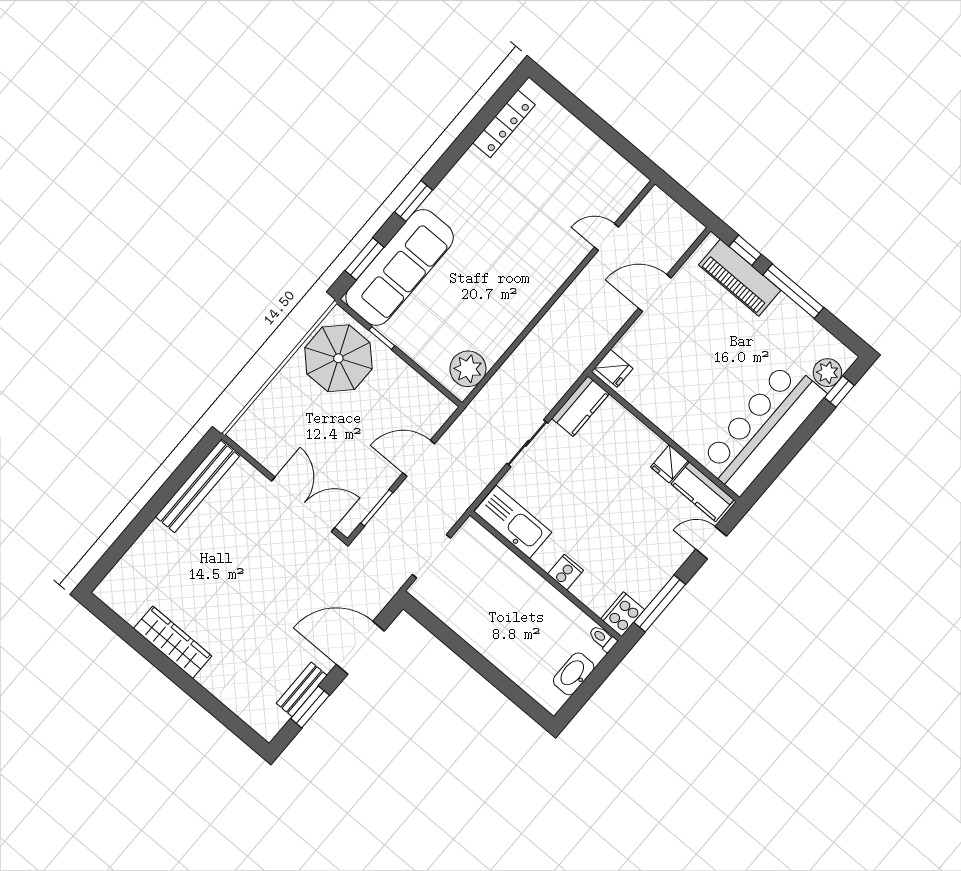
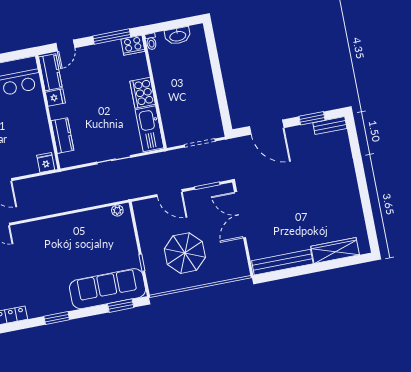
window: (414, 201) -> (57, 318), moved
parasol: (338, 358) -> (185, 253), moved
plant: (468, 369) -> (117, 210), width x0.53, depth x0.53
kitchen counter: (580, 406) -> (62, 136), moved, turned 90
door: (711, 543) -> (65, 46), hinge flipped
cooker: (565, 572) -> (143, 93), width x1.87, depth x1.31
wardrobe: (173, 642) -> (335, 250), moved, turned 90
bench: (302, 689) -> (330, 126), moved

